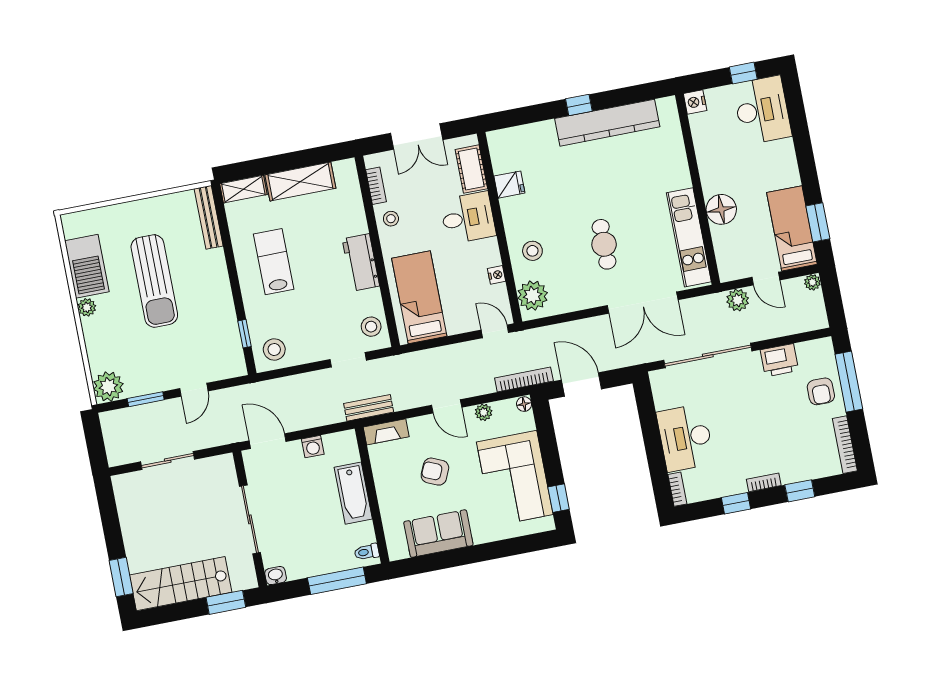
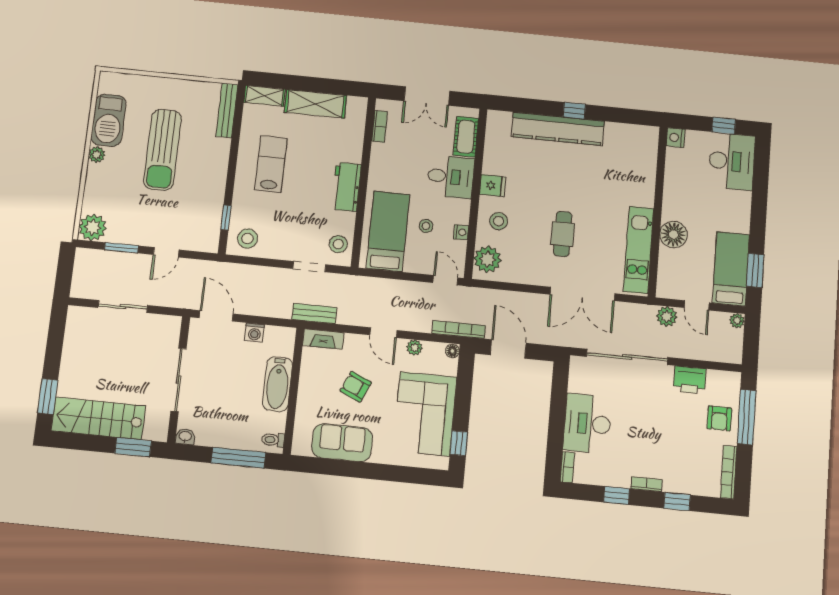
kitchen counter: (607, 123) -> (558, 129), moved
fridge: (509, 185) -> (493, 186), moved
stool: (391, 219) -> (426, 226), moved

